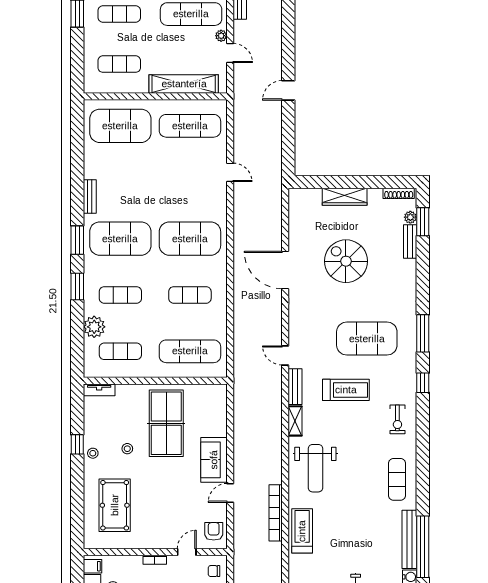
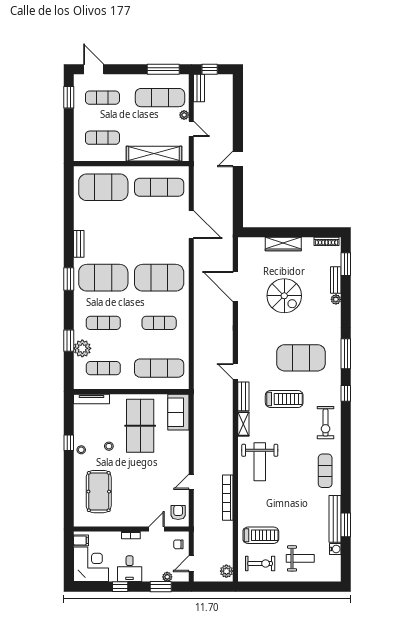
door: (230, 172) -> (191, 225), width x1.88
plant: (410, 217) -> (336, 299), moved
spiral stairs: (346, 261) -> (284, 296), turned 180
door: (285, 270) -> (235, 287), moved
window: (77, 287) -> (69, 341), moved
tv unit: (99, 390) -> (91, 399), width x1.41
exercise bike: (397, 419) -> (326, 423), width x1.38, depth x1.39
sofa: (214, 460) -> (178, 412), moved
treadmill: (302, 531) -> (261, 535), moved, turned 90
window: (423, 547) -> (346, 525), width x0.47

